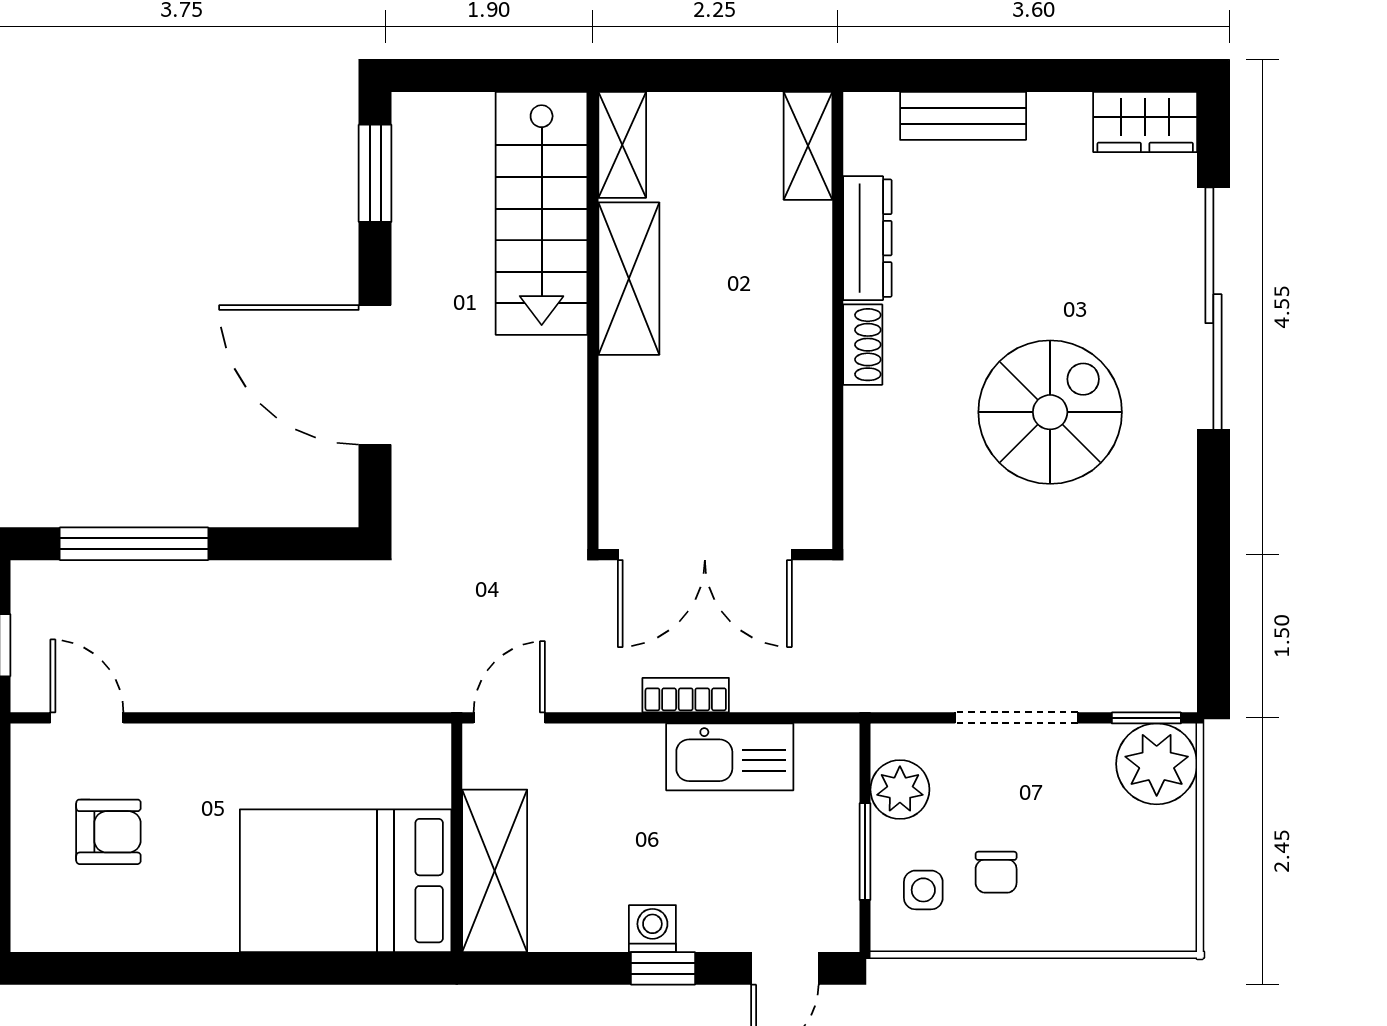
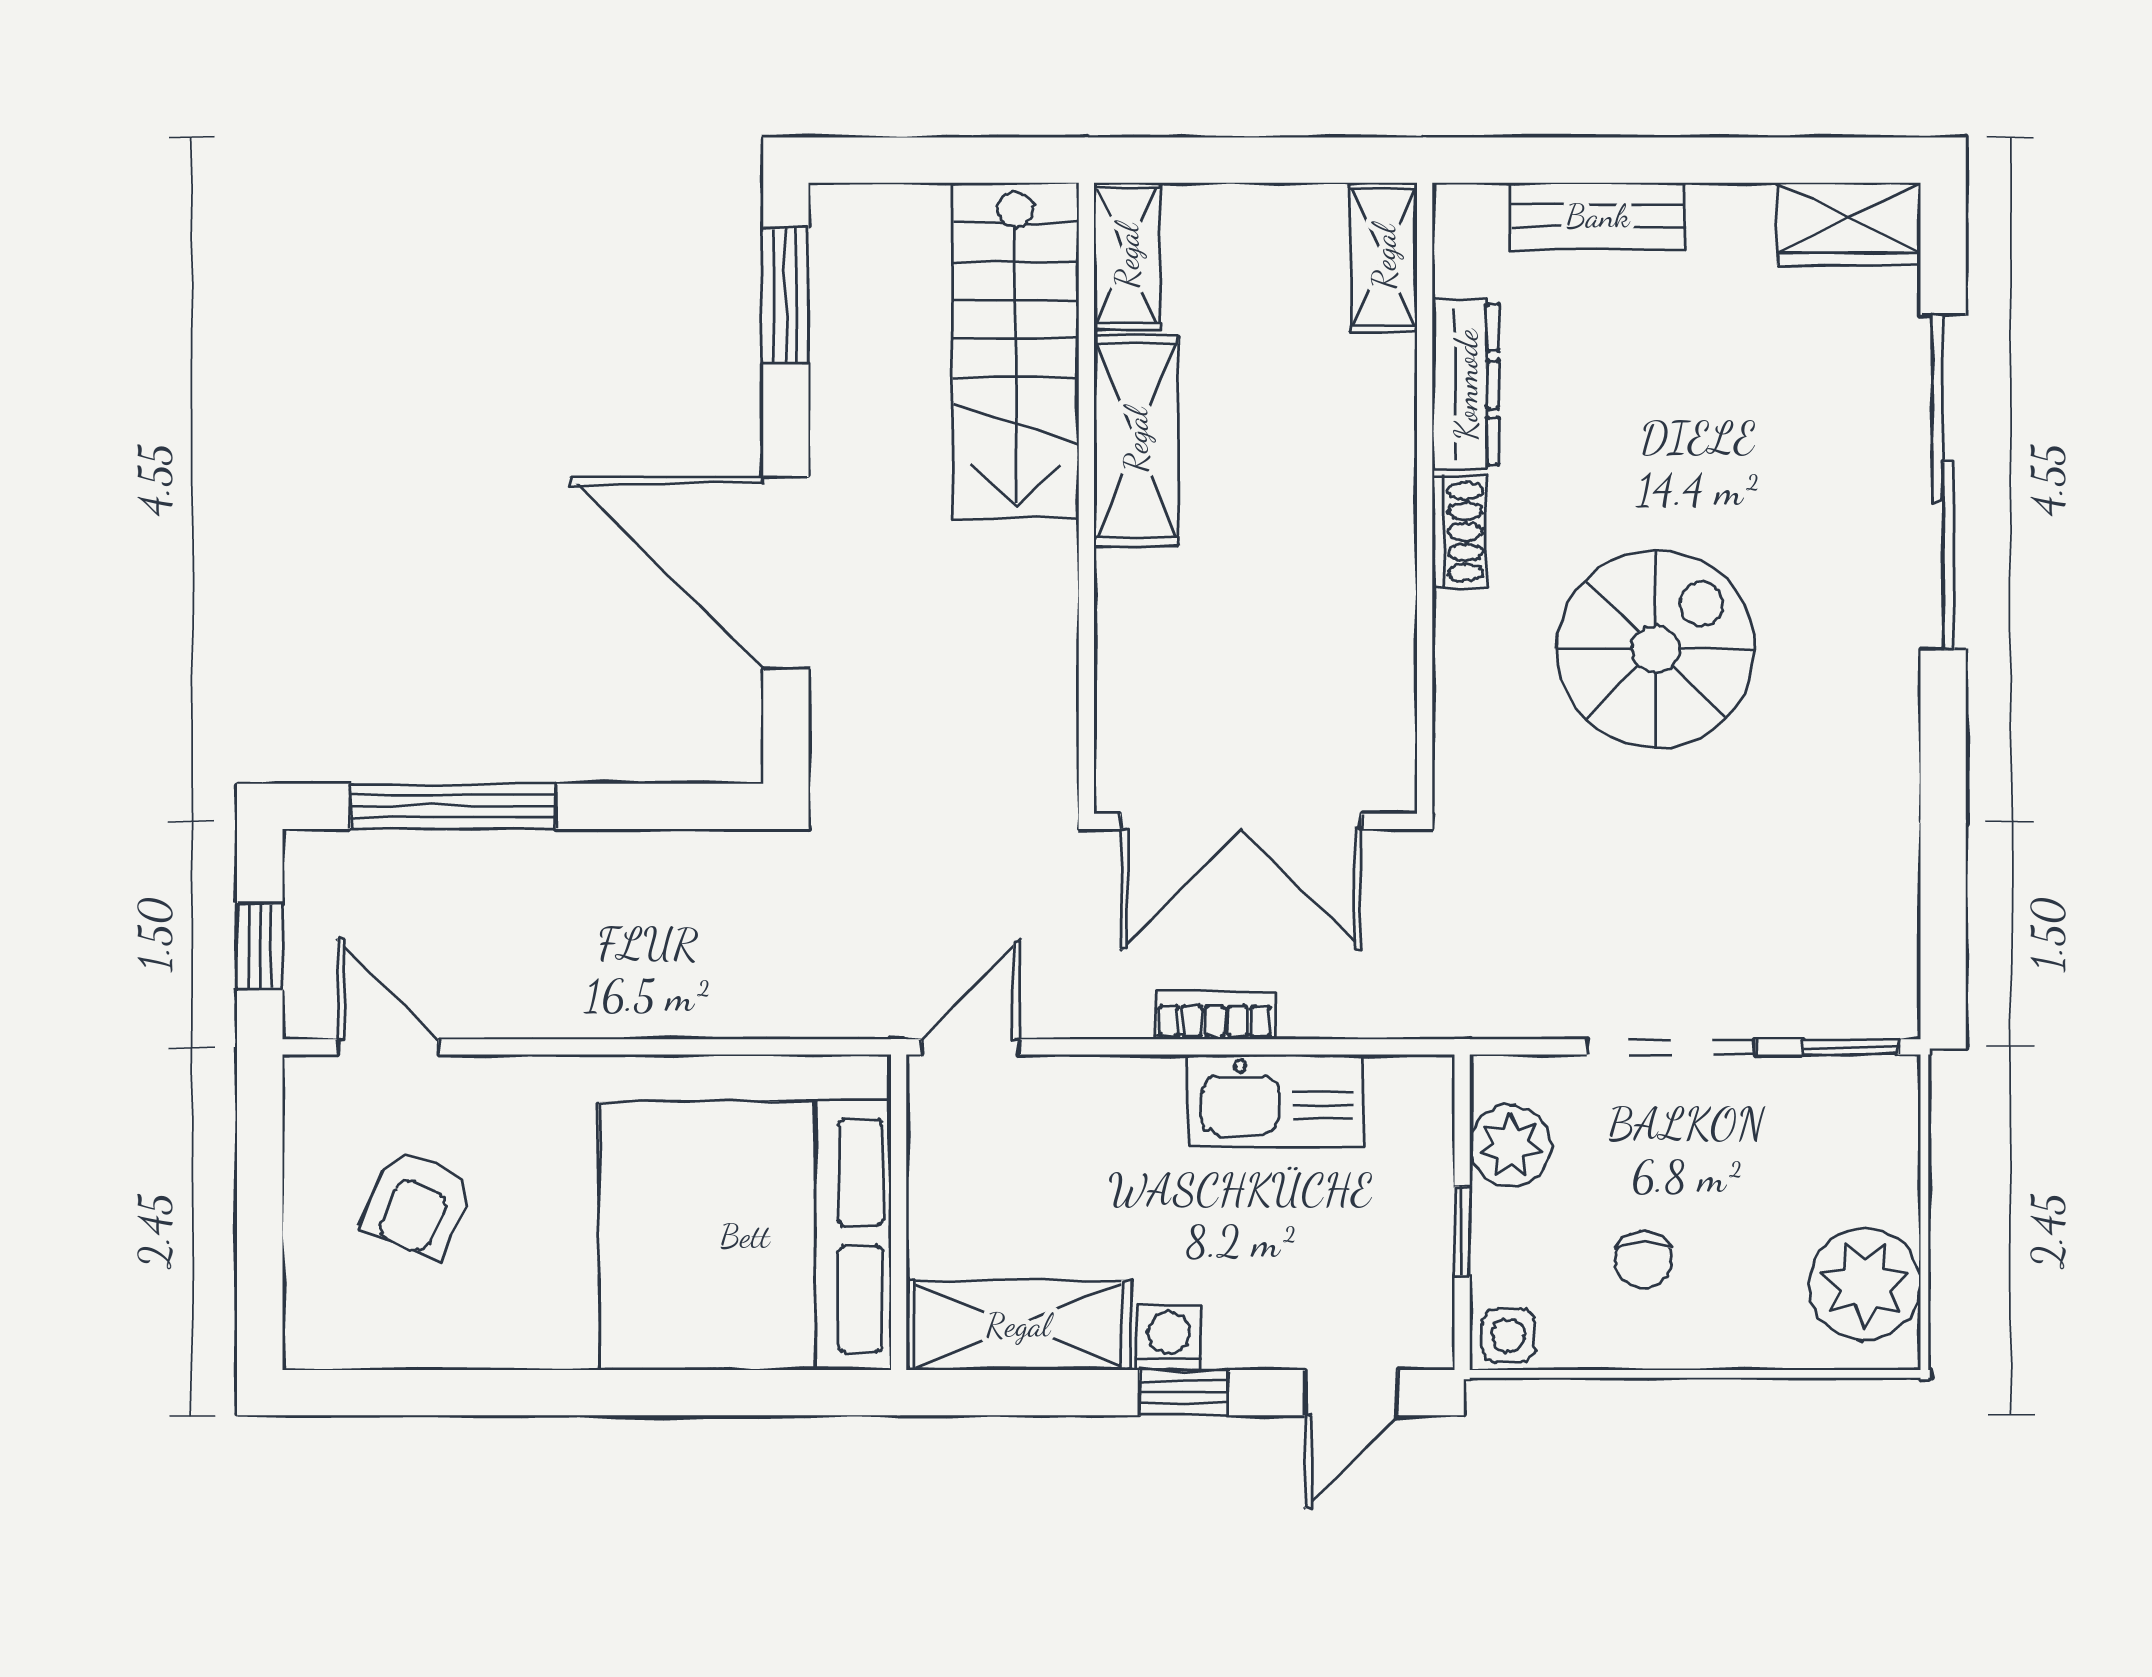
spiral stairs: (1050, 412) -> (1656, 649), moved
plant: (1157, 764) -> (1865, 1284), moved
armchair: (108, 832) -> (418, 1204), turned 114
window: (865, 852) -> (1462, 1231), width x0.67
shelving: (495, 871) -> (1018, 1325), moved, turned 90
bed: (346, 881) -> (745, 1236), width x1.36
side table: (923, 890) -> (1508, 1335), moved

